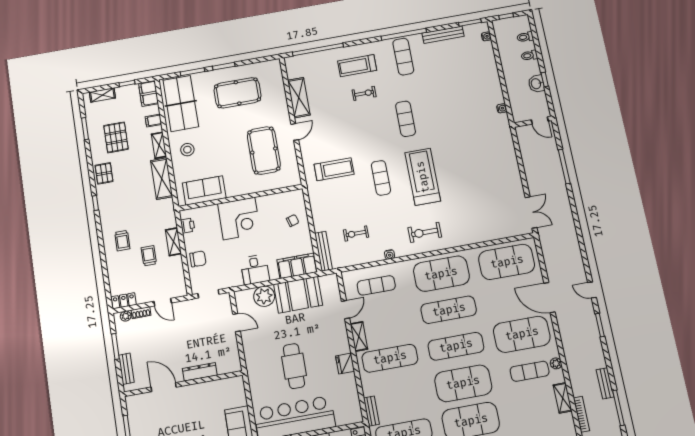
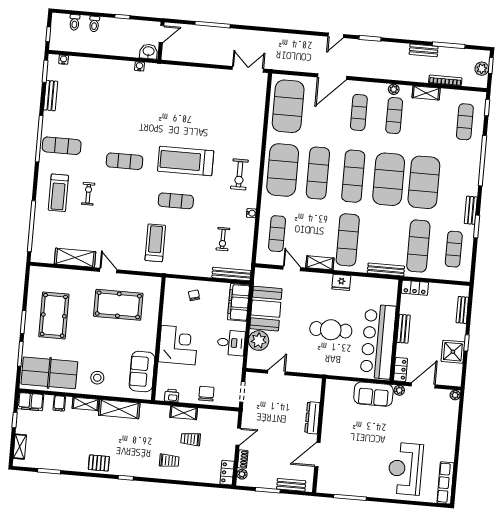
bench: (443, 35) -> (51, 96), width x0.73
washbasin: (536, 84) -> (149, 51), moved, turned 180
pallet: (116, 137) -> (66, 443), removed
exercise mat: (522, 334) -> (359, 112), width x0.50, depth x0.69
bench: (371, 411) -> (386, 270), width x1.36

